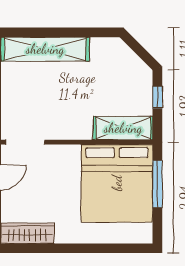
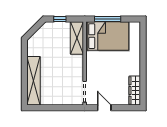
bed: (117, 183) -> (107, 36), width x0.73

